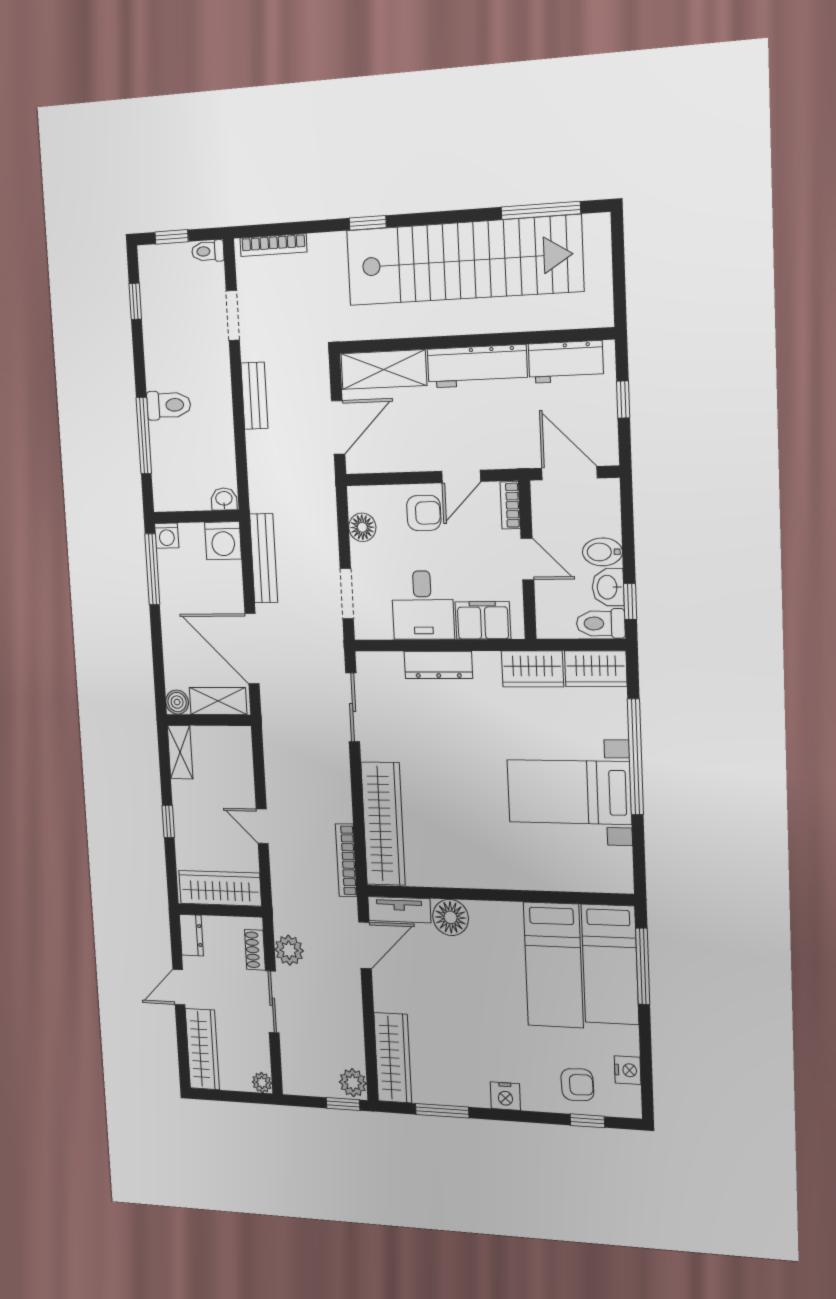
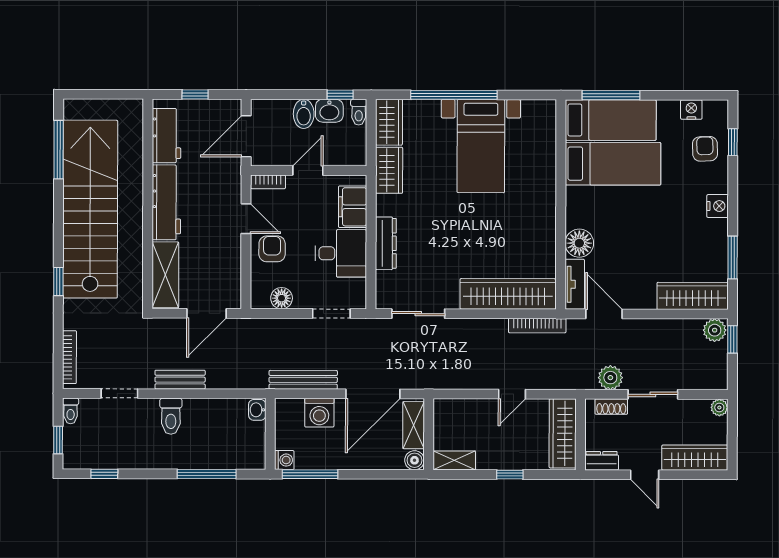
toilet: (169, 405) -> (171, 416), moved, turned 180
door: (338, 427) -> (206, 313), swing flipped
washing machine: (223, 541) -> (319, 413), moved, turned 90
toilet: (601, 623) -> (359, 112), width x0.73, depth x0.72

